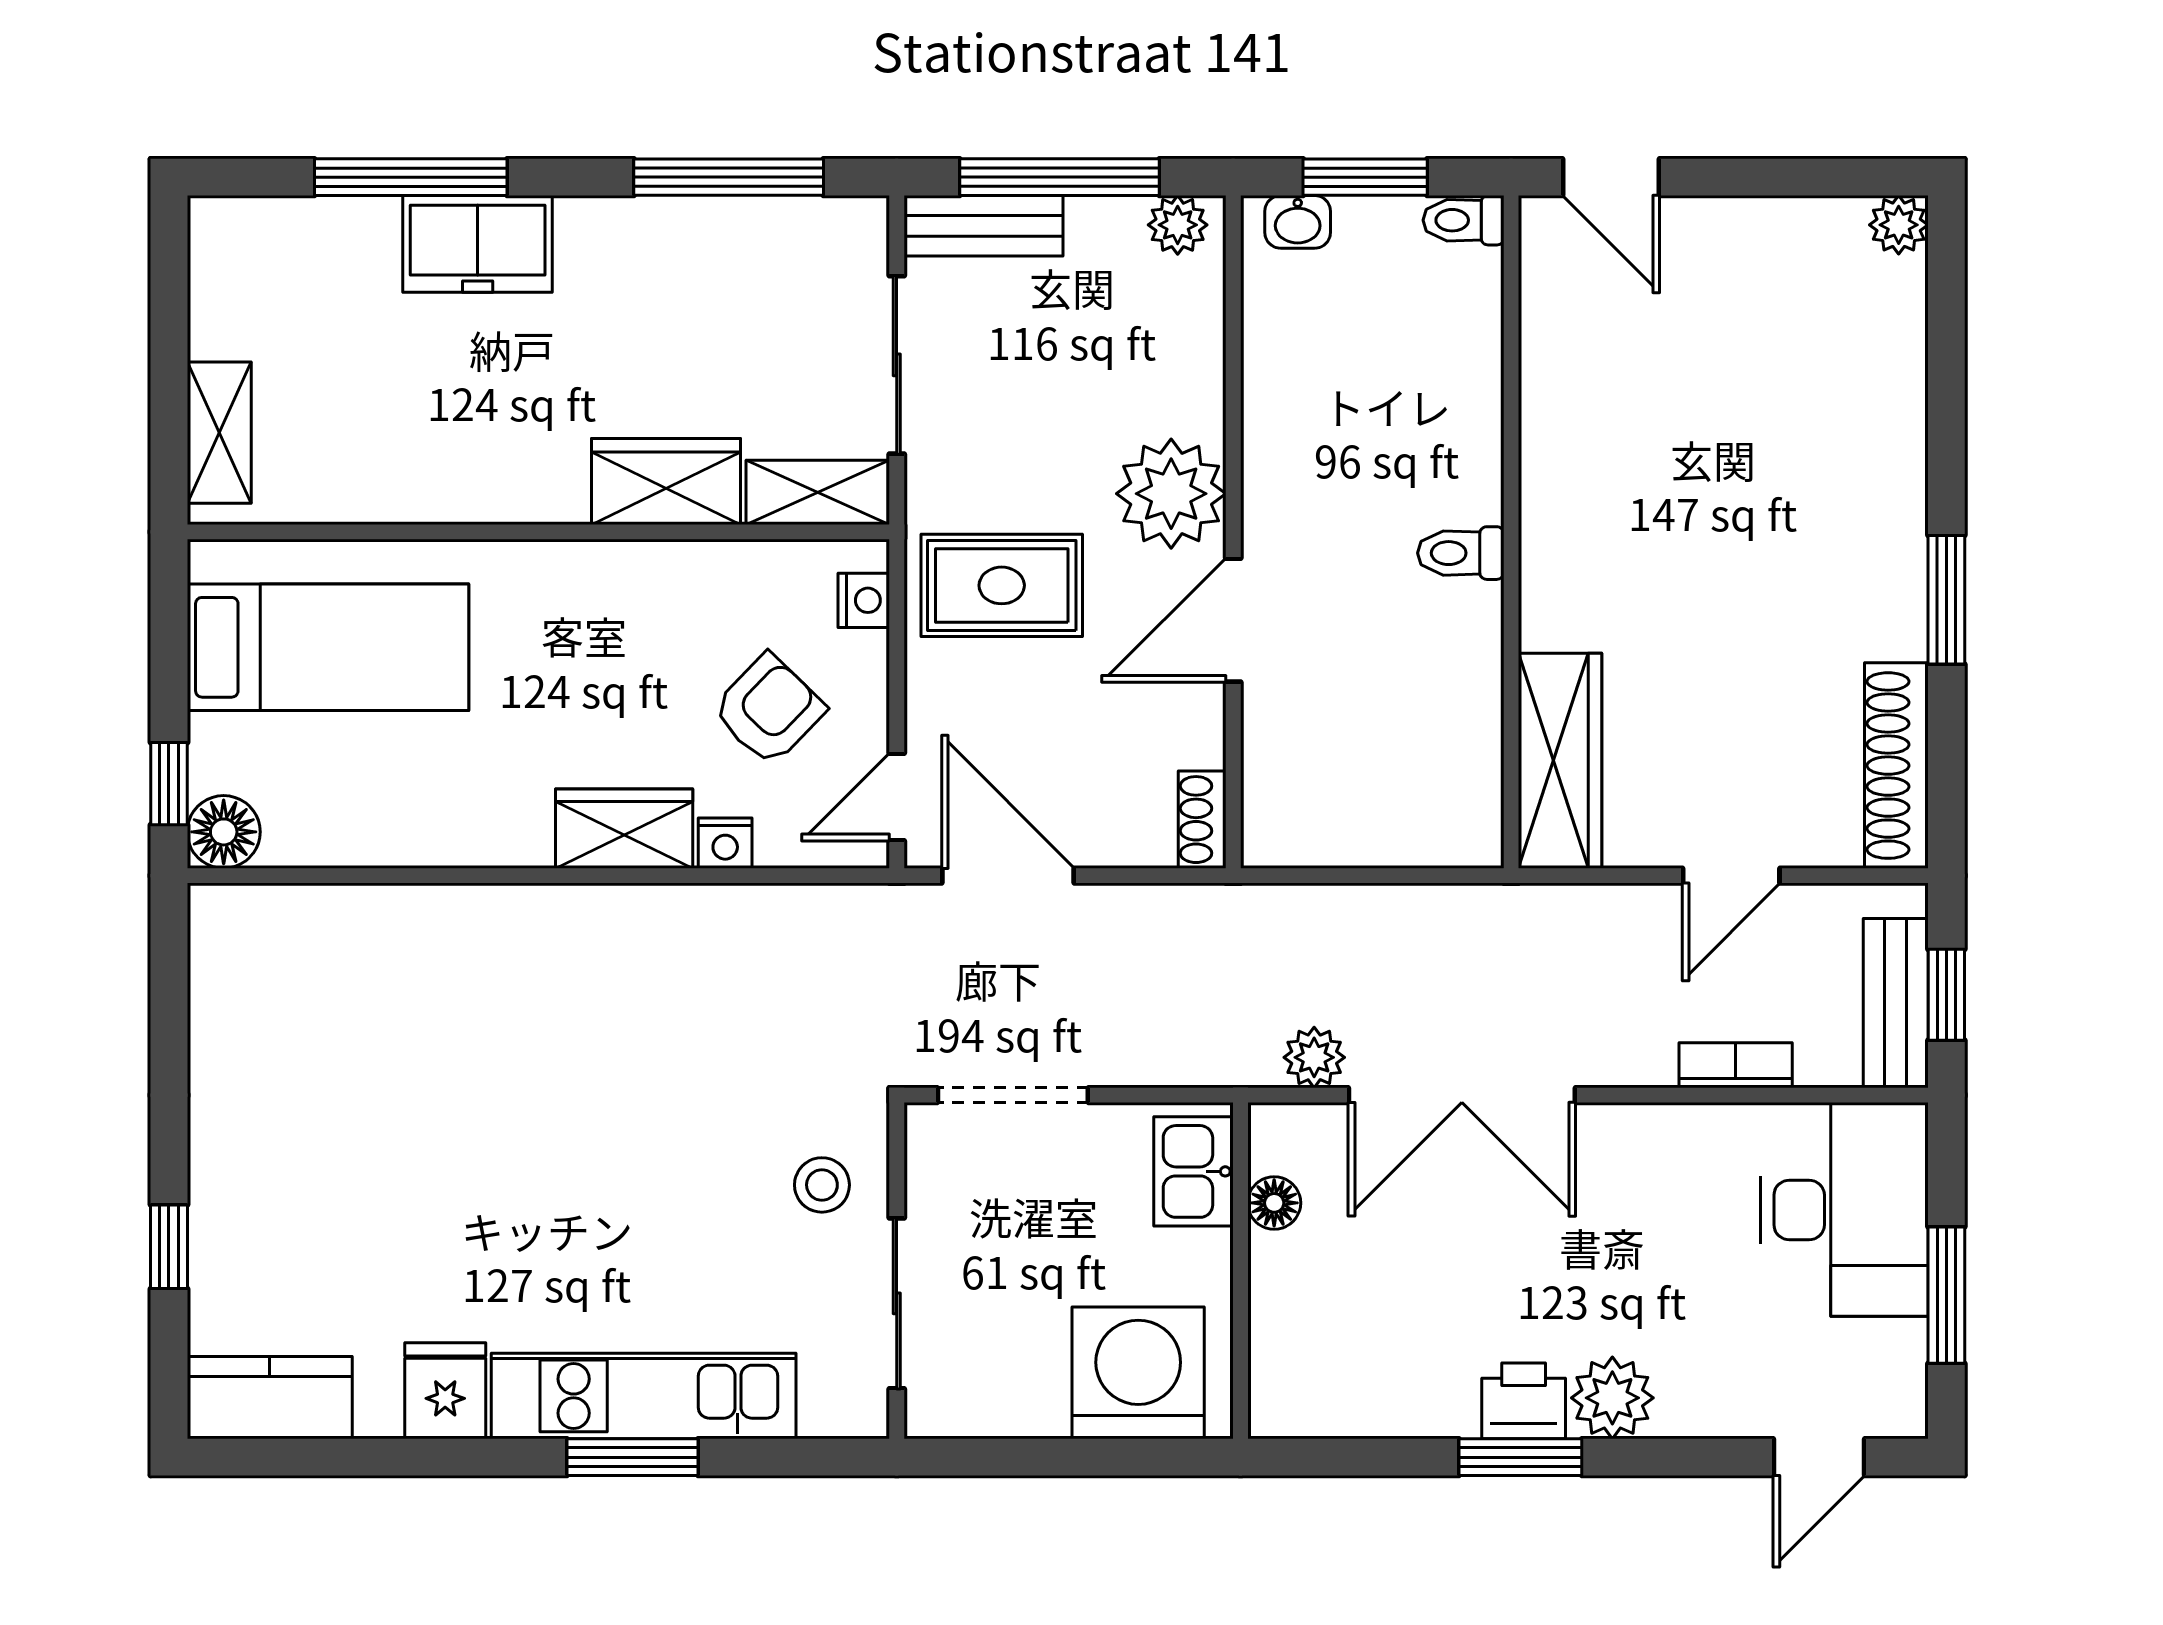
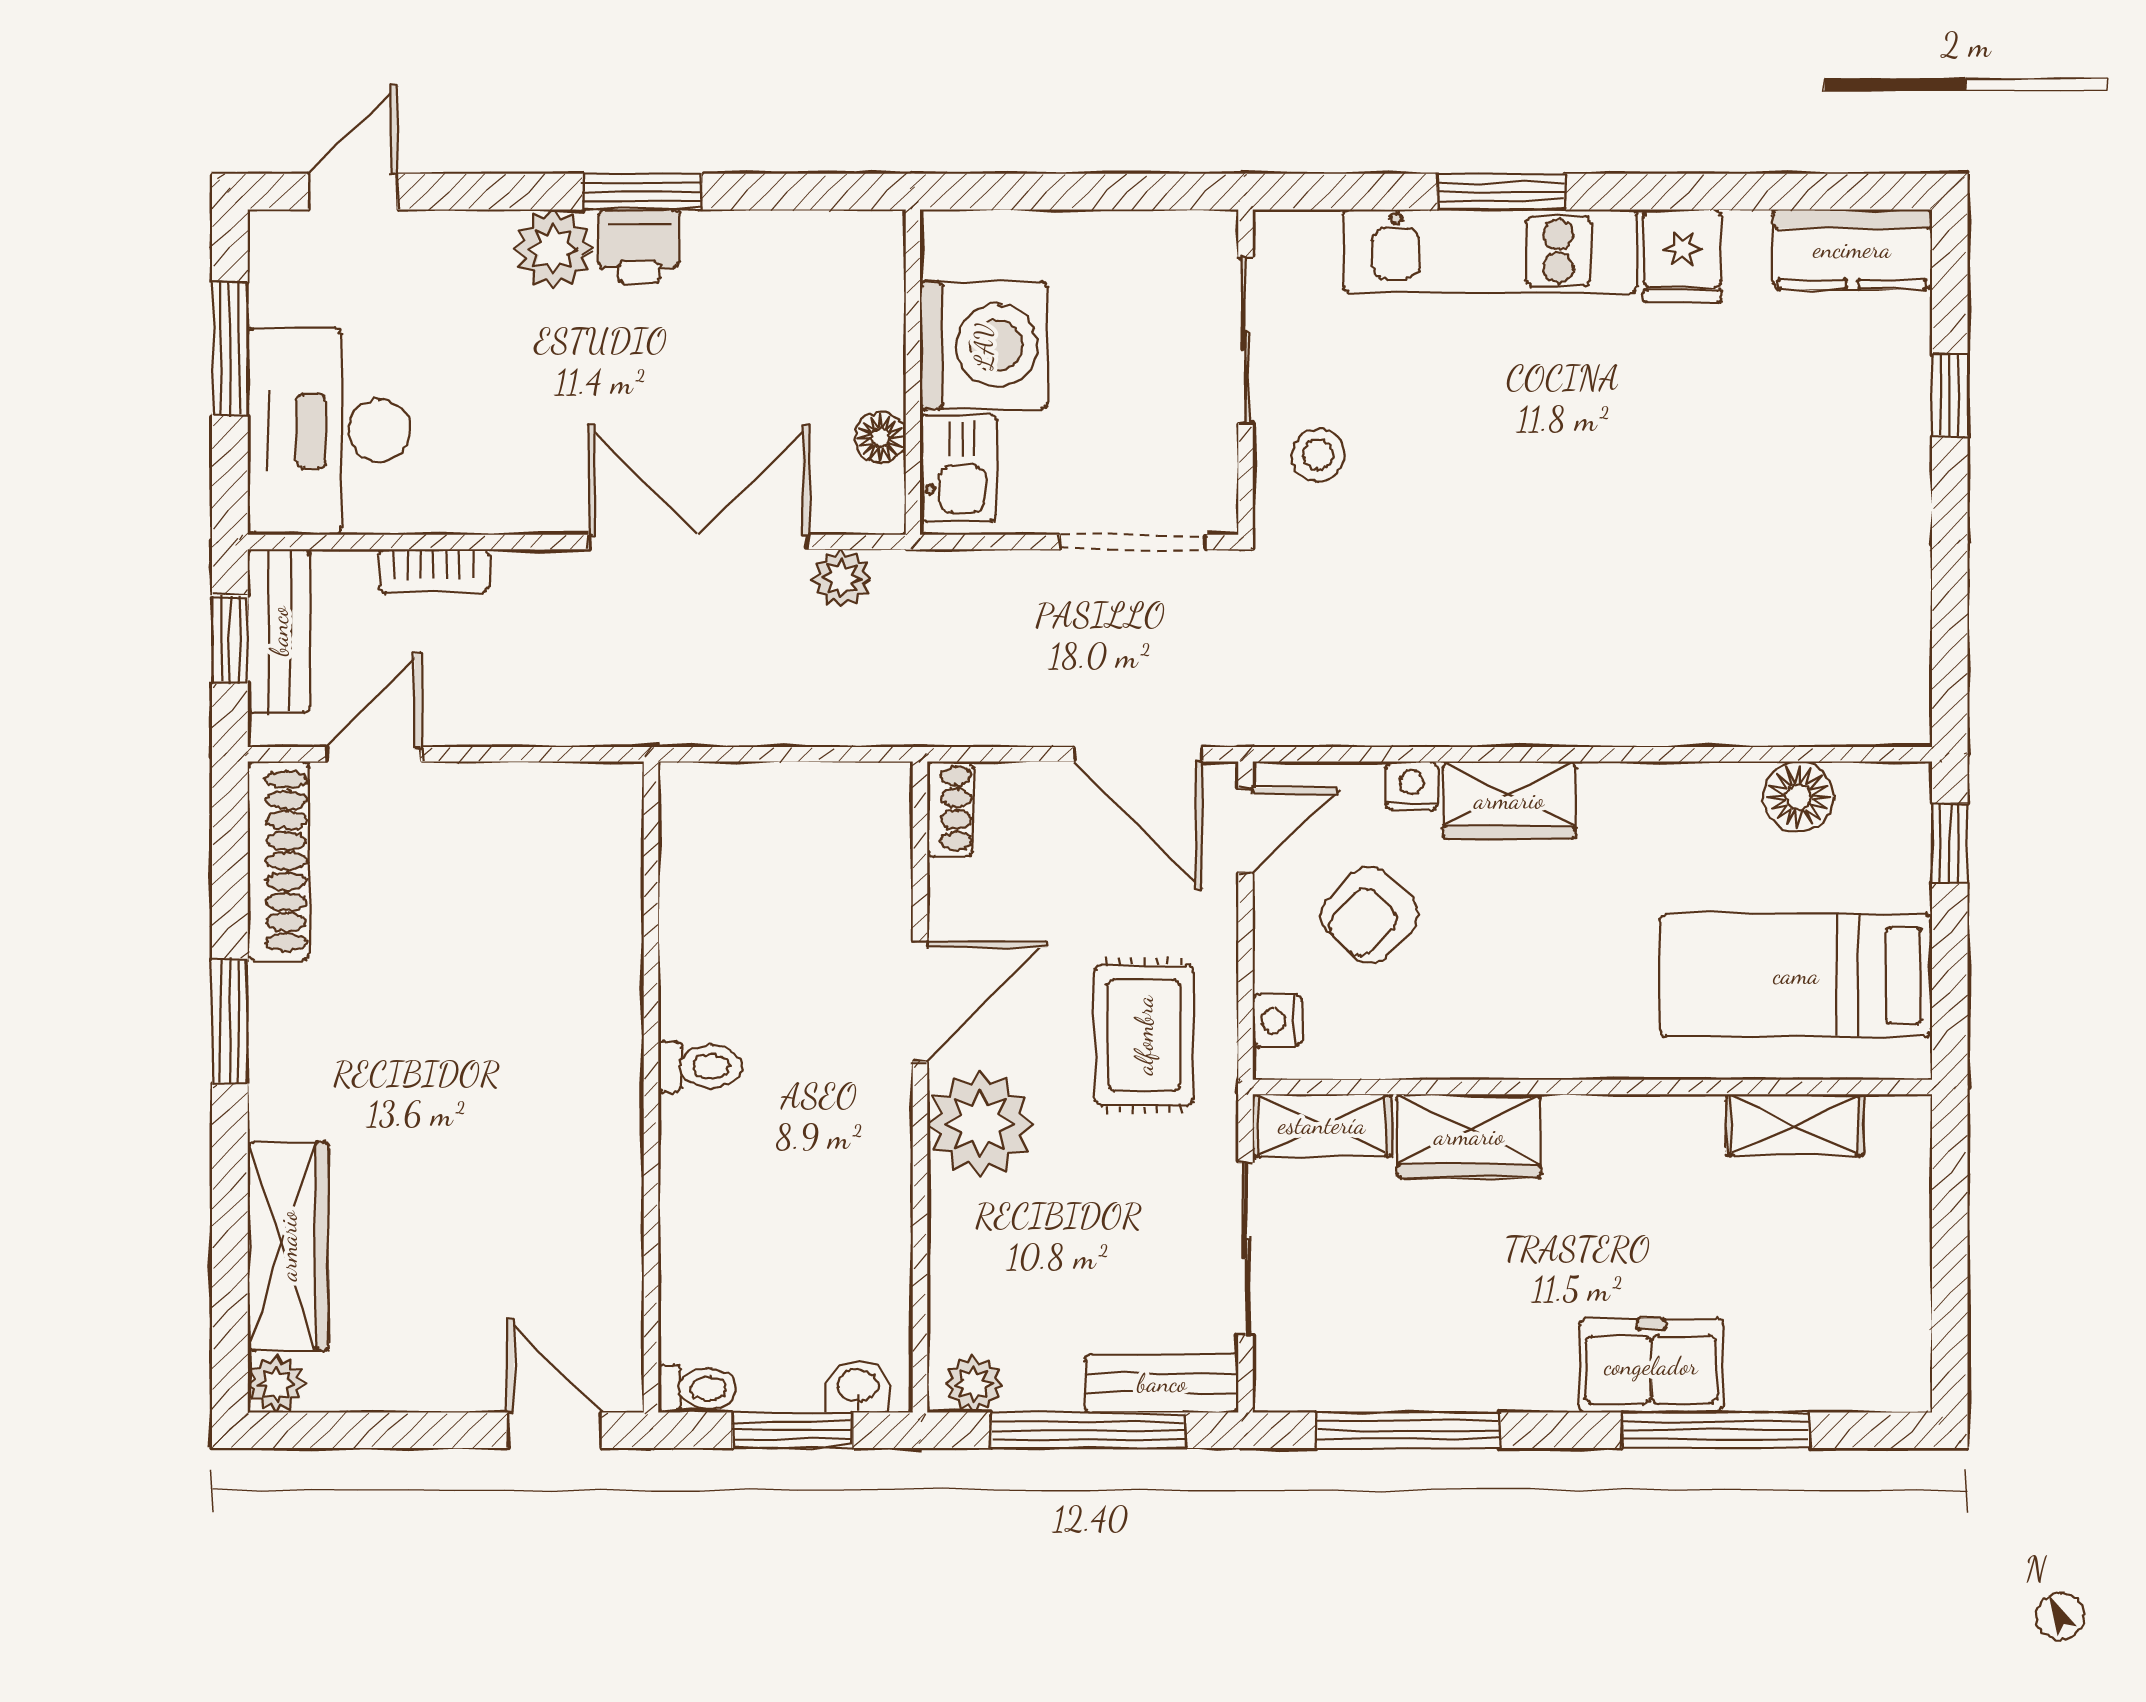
shelving: (219, 433) -> (1795, 1125), moved, turned 90
rug: (1002, 585) -> (1144, 1035), turned 90
wardrobe: (1560, 761) -> (288, 1246), moved, turned 180
floor lamp: (224, 832) -> (1799, 797), moved
door: (1731, 876) -> (374, 754), moved
washing machine: (1138, 1373) -> (984, 346), moved, turned -90

